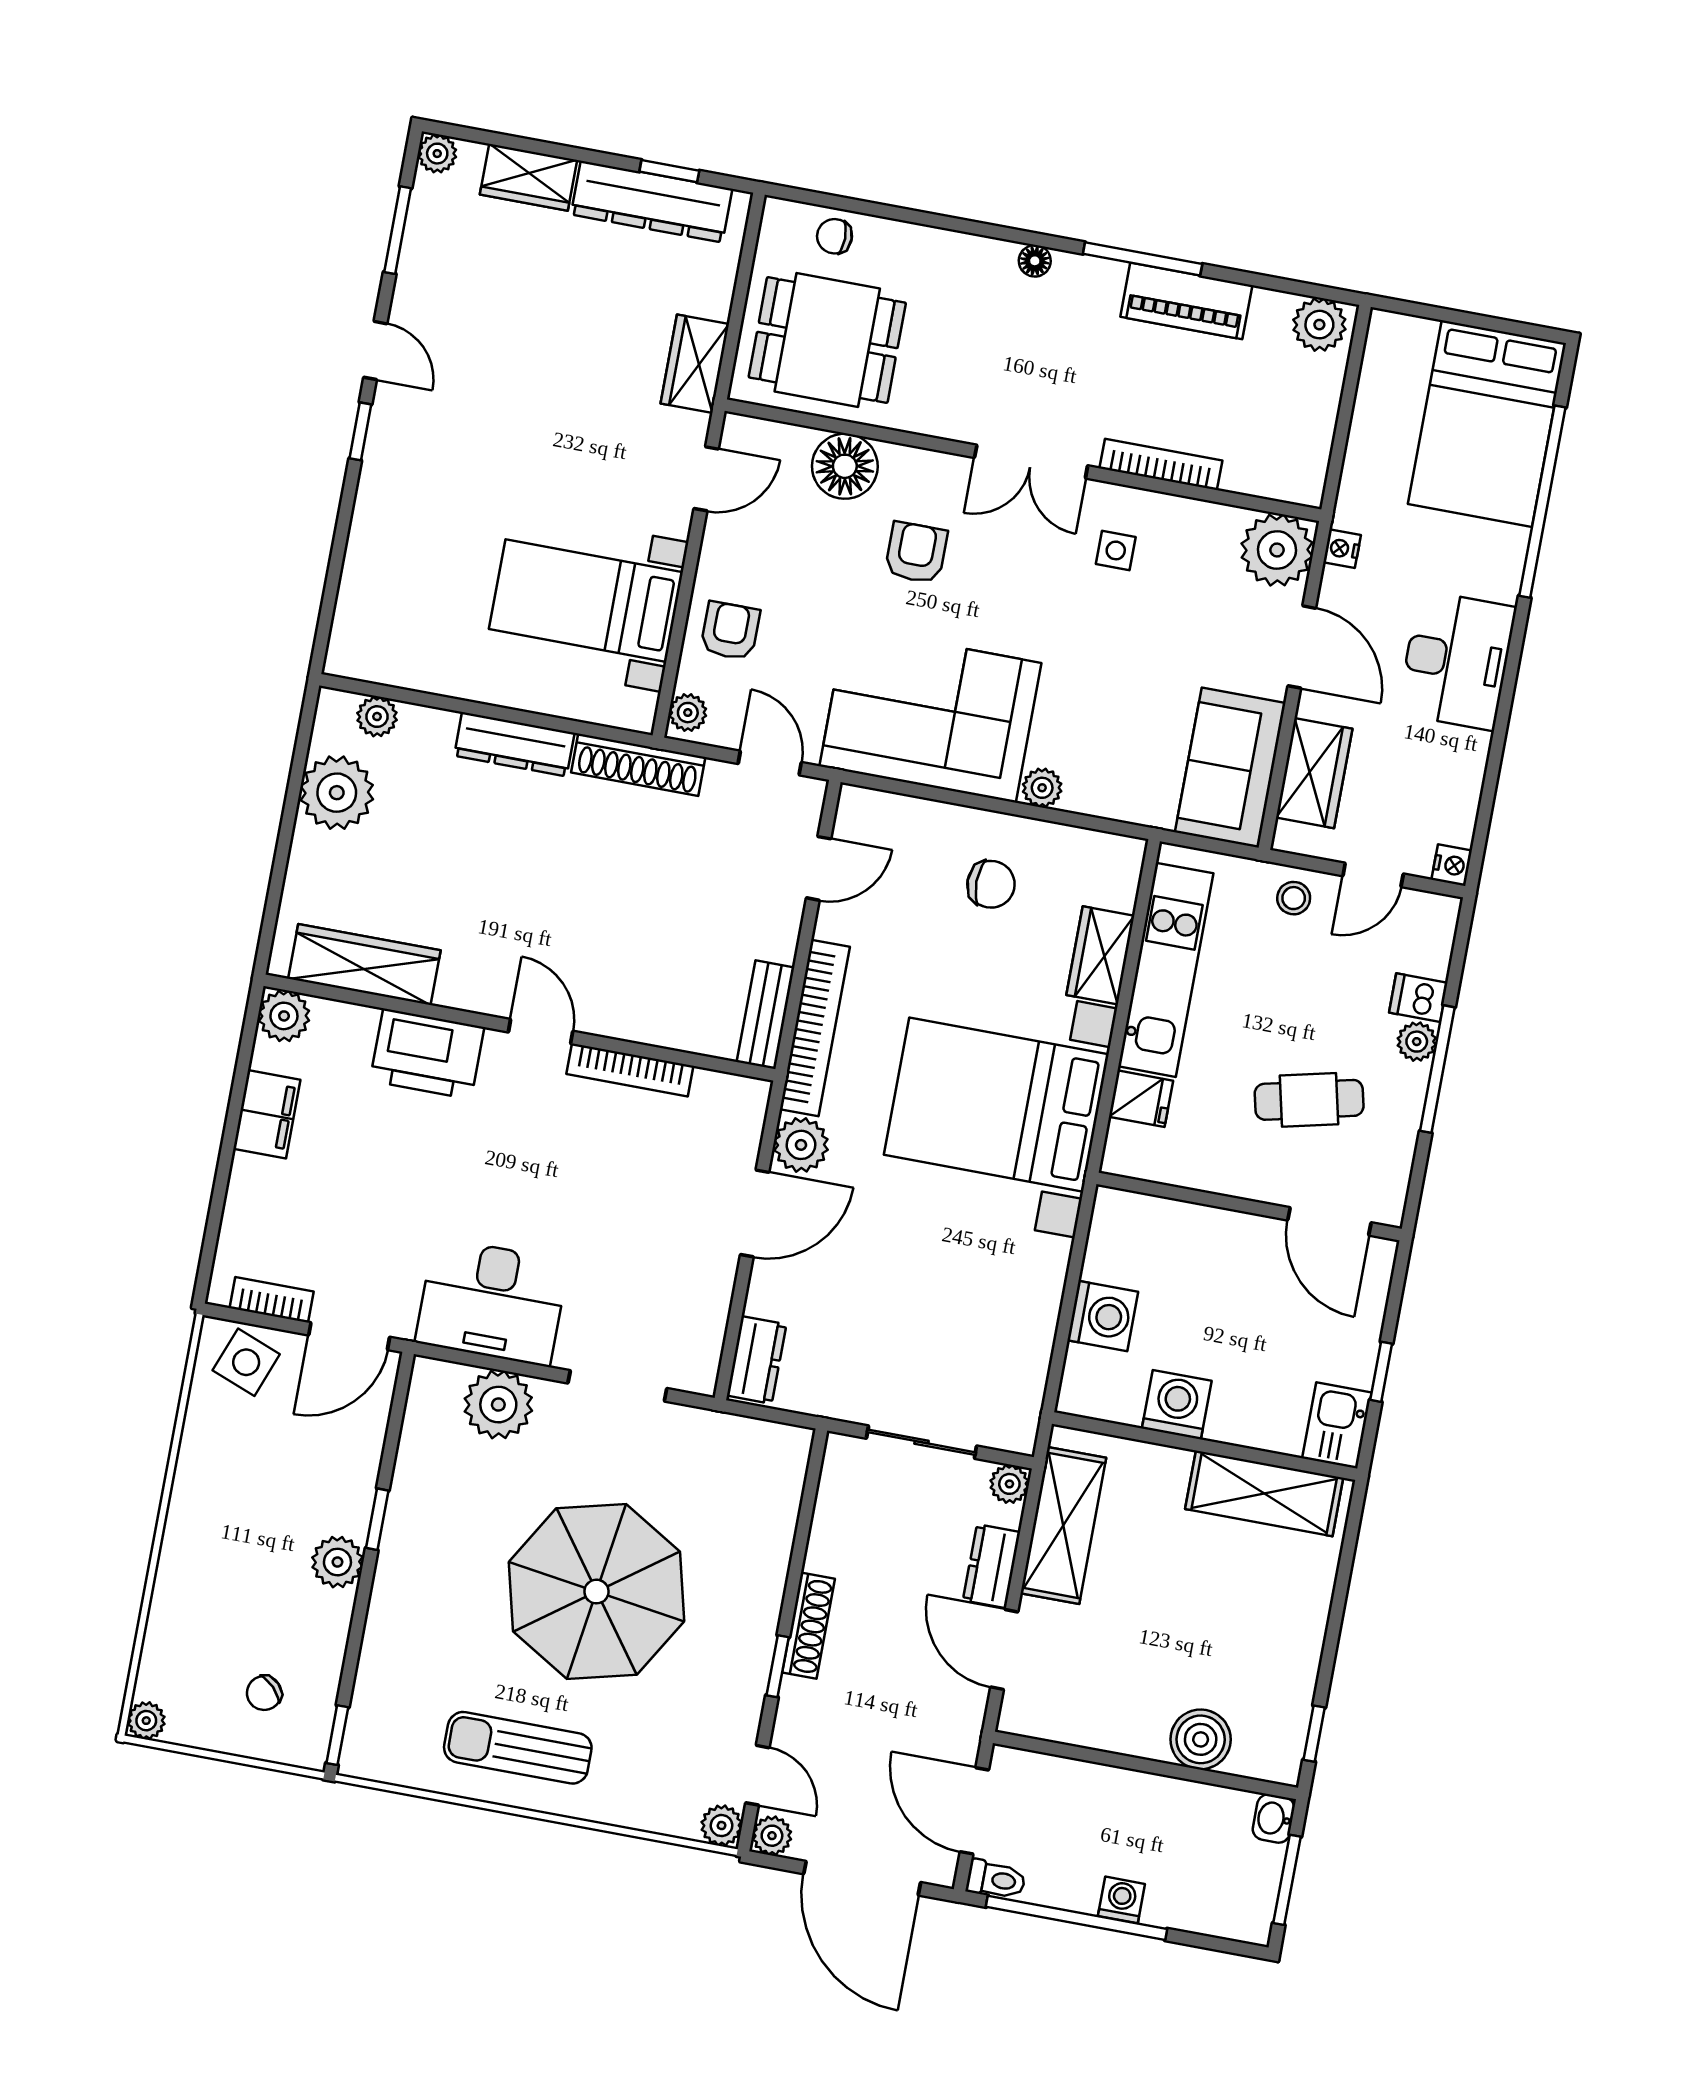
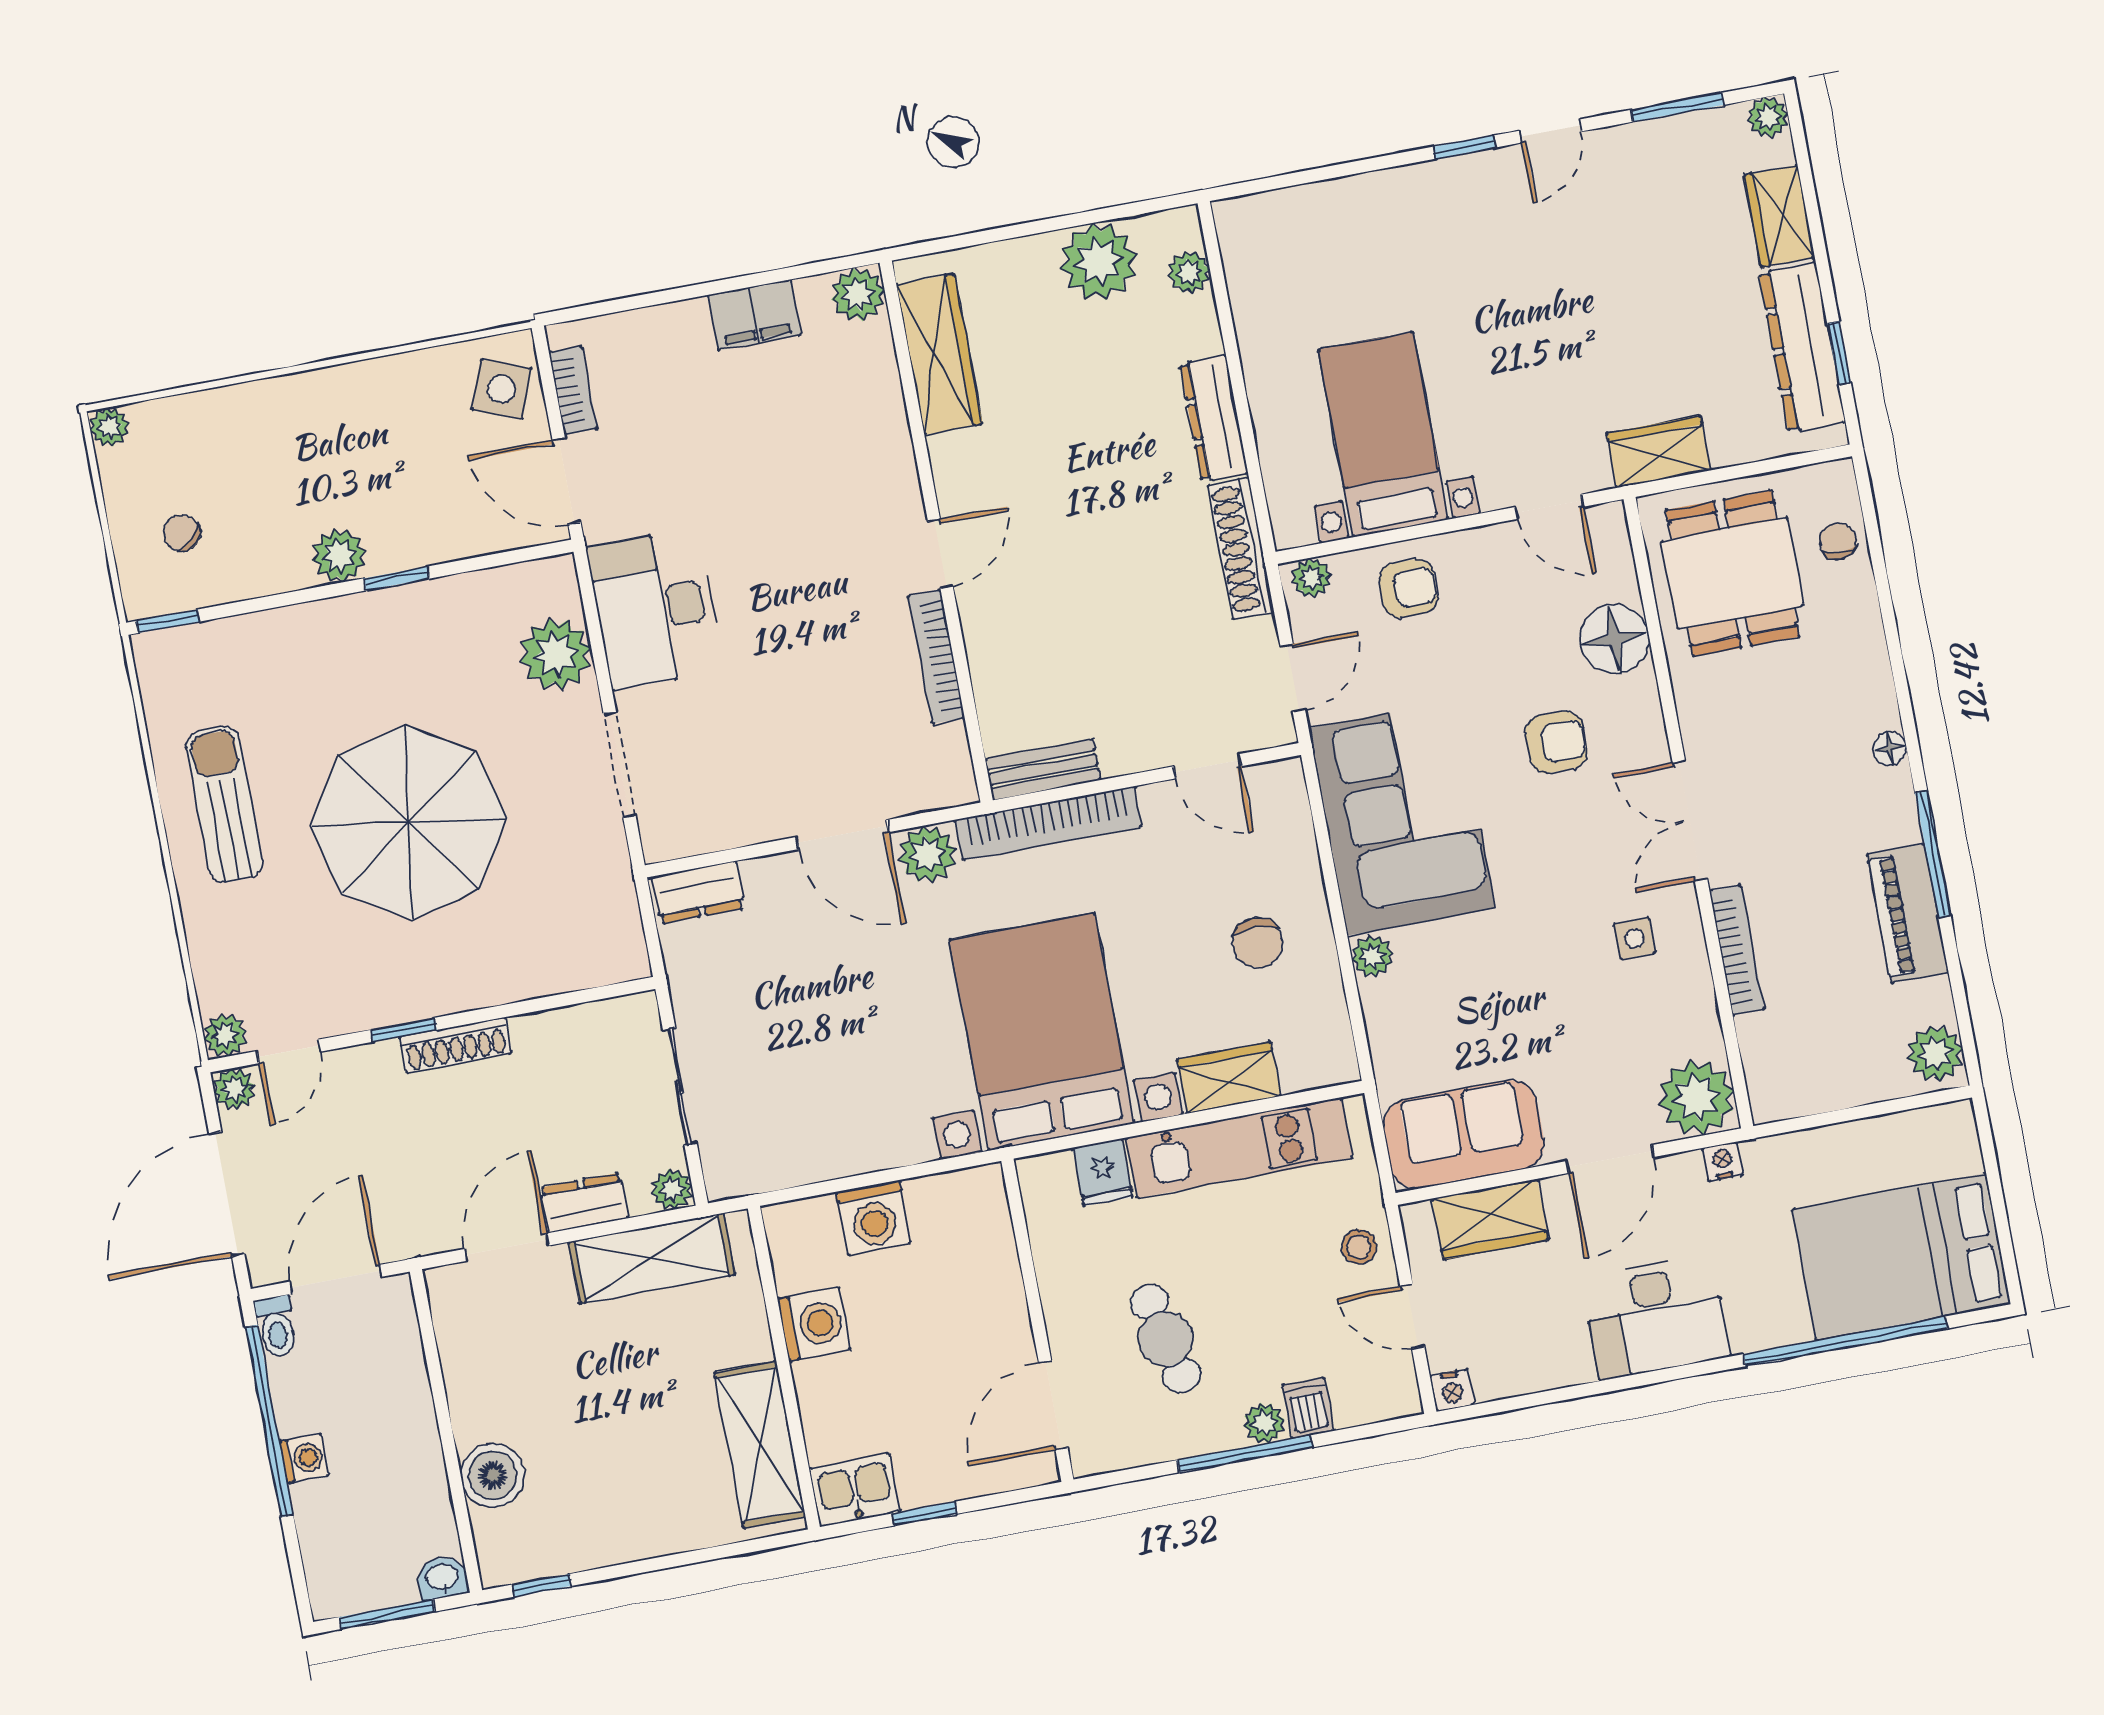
printer: (427, 1054) -> (875, 450), removed

